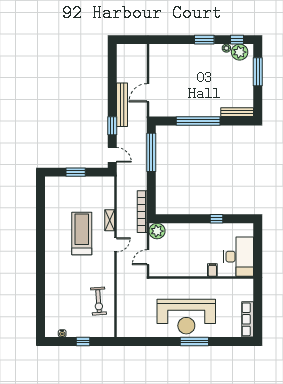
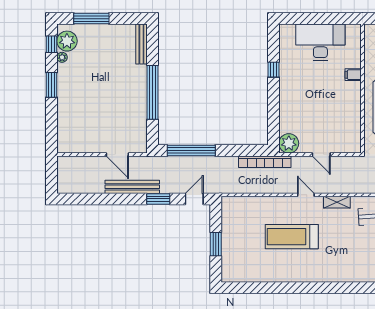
shelving: (110, 220) -> (337, 202), moved
filing cabinet: (212, 270) -> (353, 75), moved
wall: (201, 277) -> (362, 89), moved

